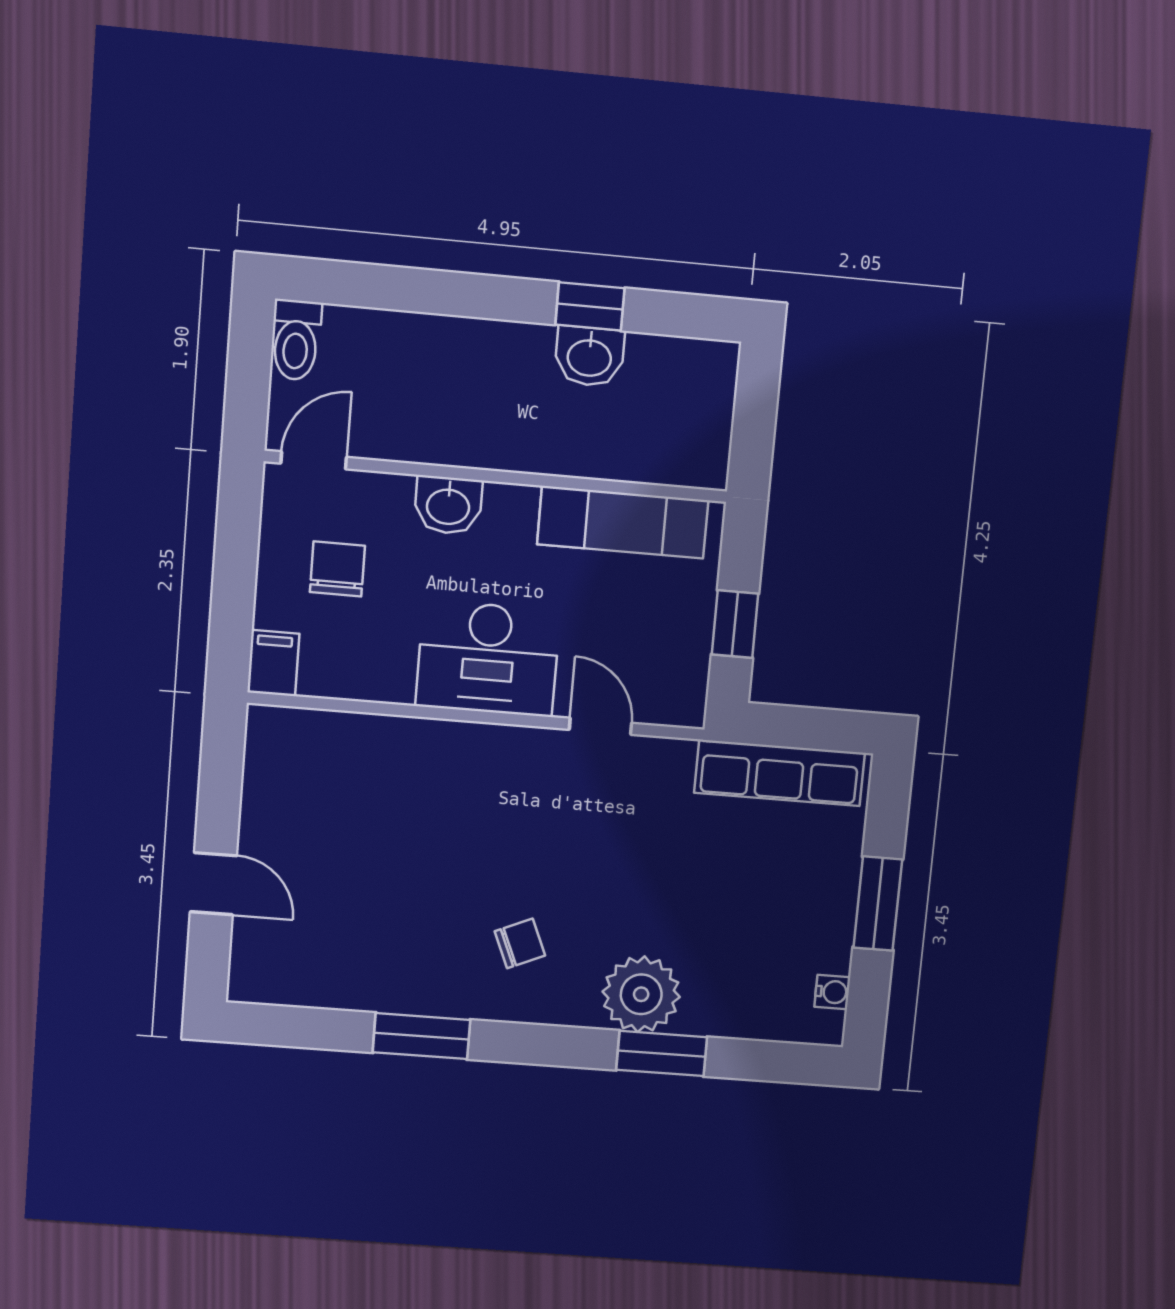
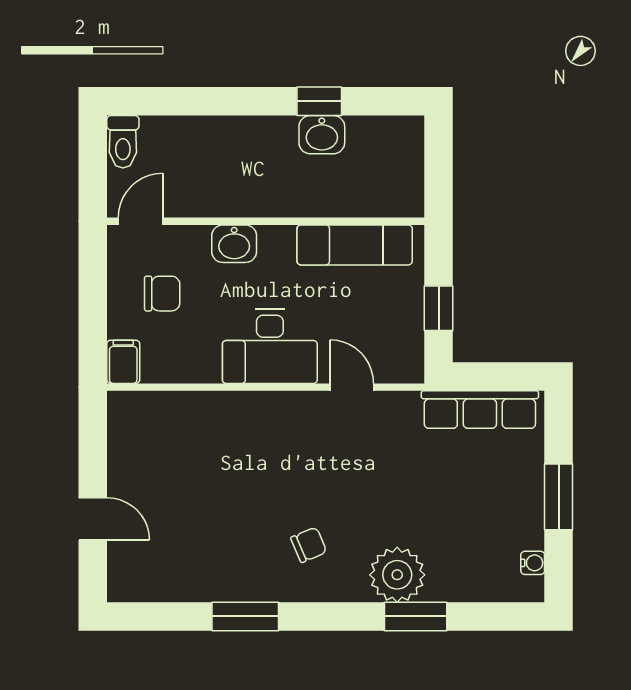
chair: (337, 569) -> (162, 294), turned 90

